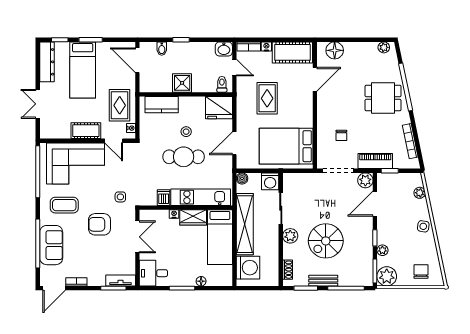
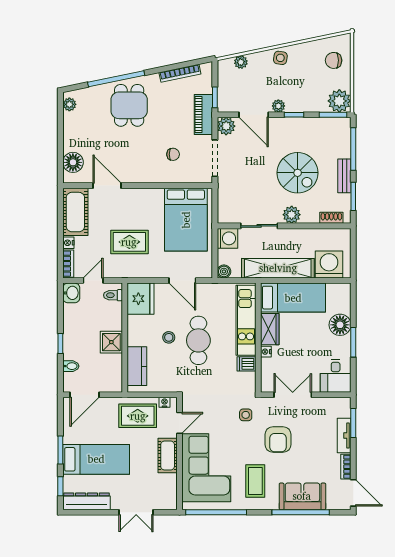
plant: (382, 250) -> (278, 106), moved
tv unit: (121, 280) -> (344, 435), moved
floor lamp: (201, 281) -> (340, 325), width x1.89, depth x1.89

